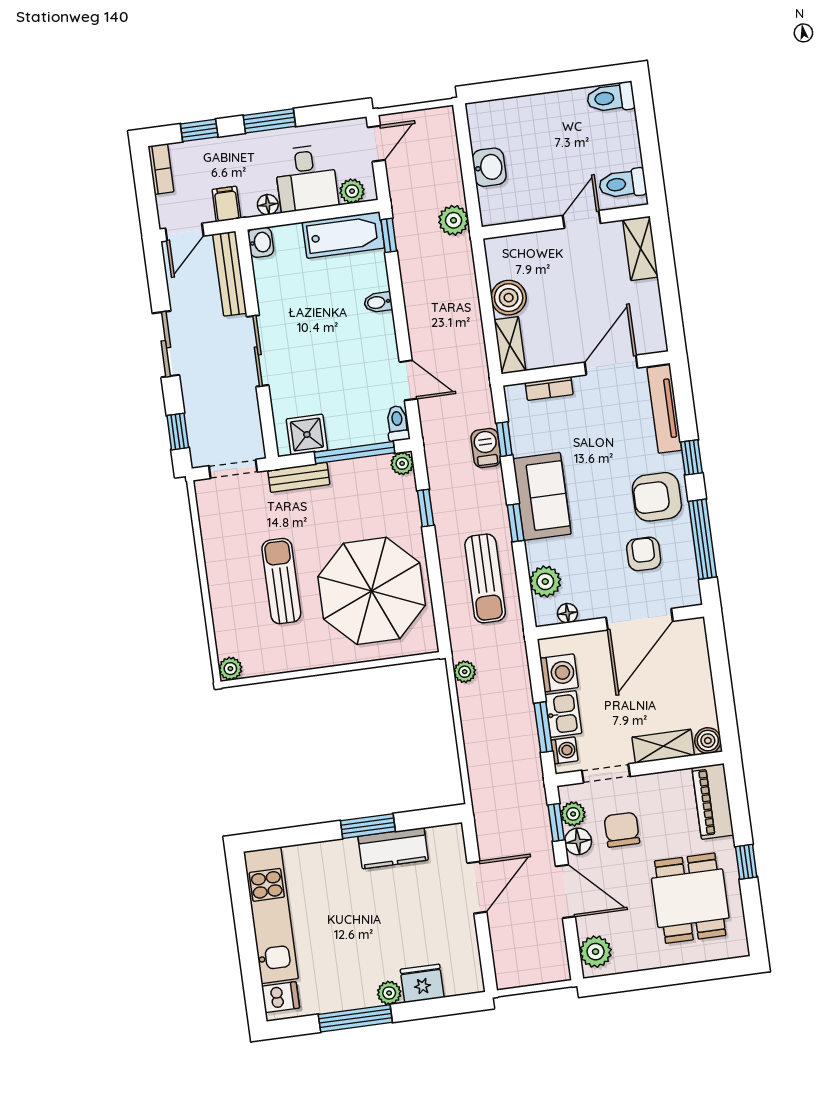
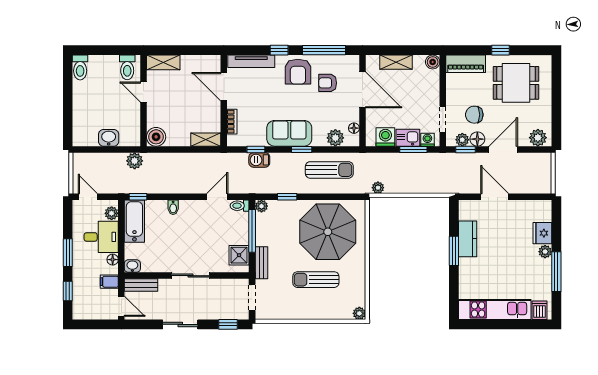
bookcase: (161, 169) -> (86, 314), removed
bench: (230, 274) -> (141, 285), width x0.73
boiler: (509, 298) -> (156, 137), moved
shelving: (663, 746) -> (396, 62), moved, turned 90

